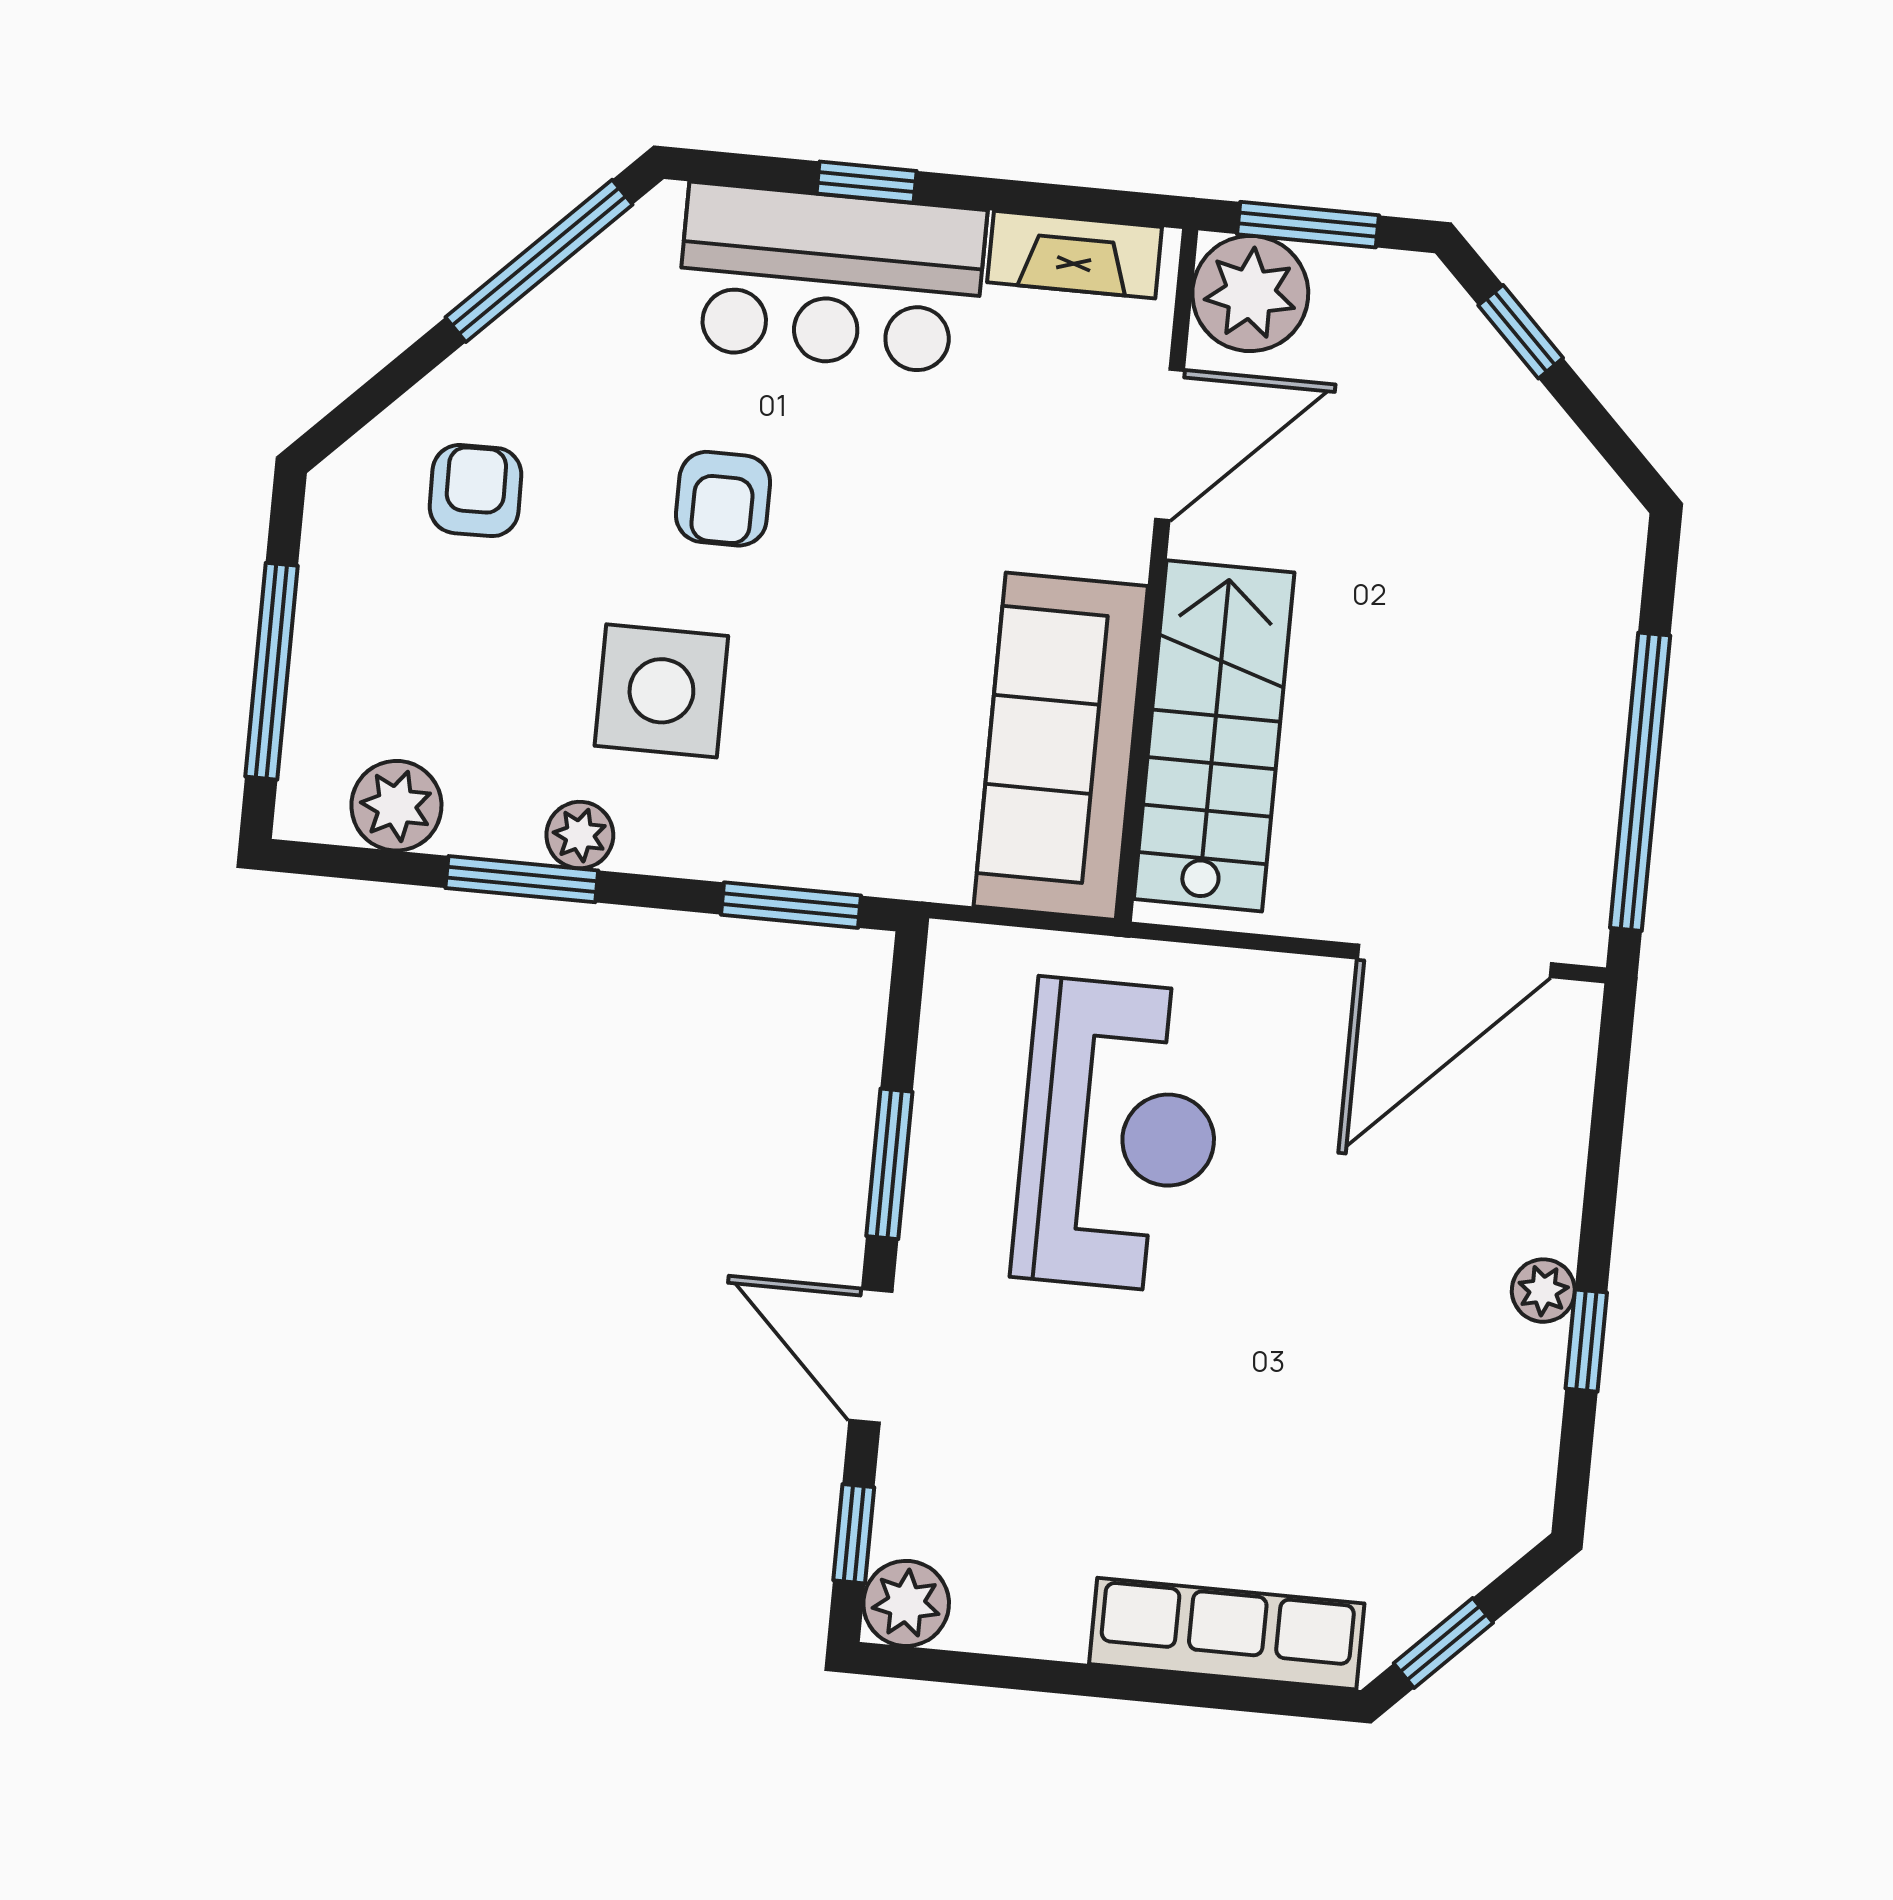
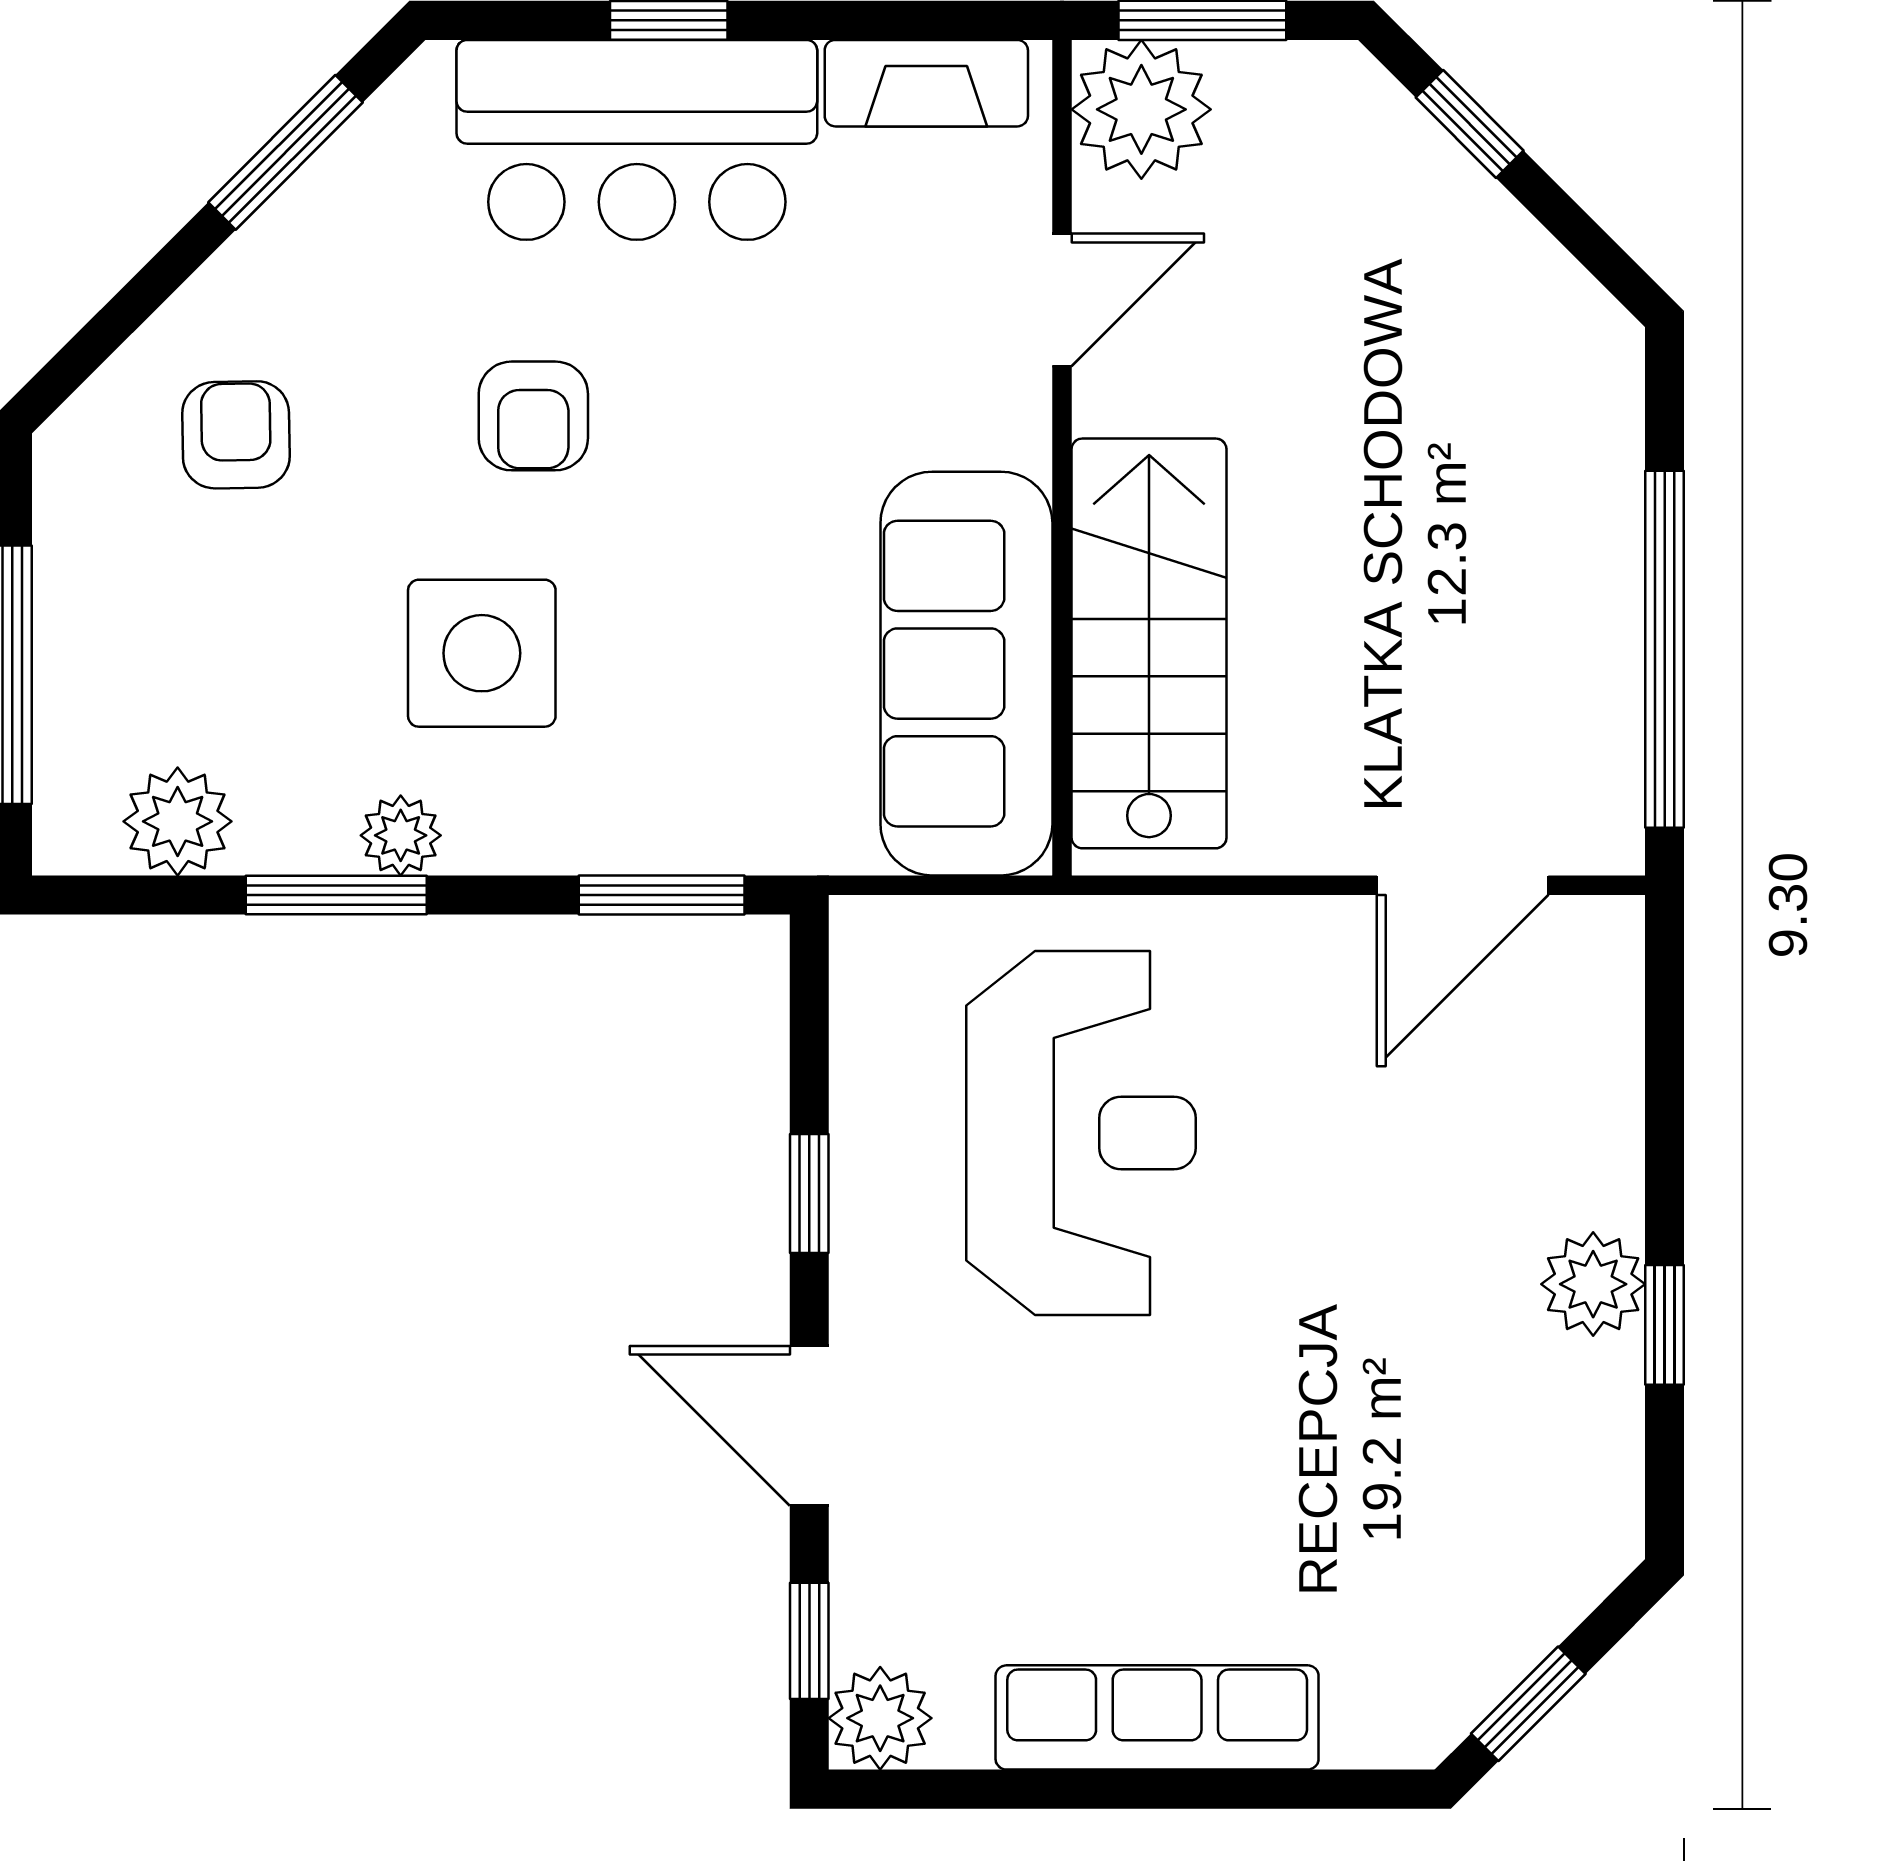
window: (539, 261) -> (286, 152), width x0.69
door: (1170, 445) -> (1062, 300), width x0.73
door: (1454, 961) -> (1463, 885), width x0.73
window: (889, 1164) -> (809, 1194), width x0.67
plant: (1543, 1291) -> (1593, 1284), width x1.38, depth x1.38
row of seats: (1227, 1634) -> (1157, 1717), moved

